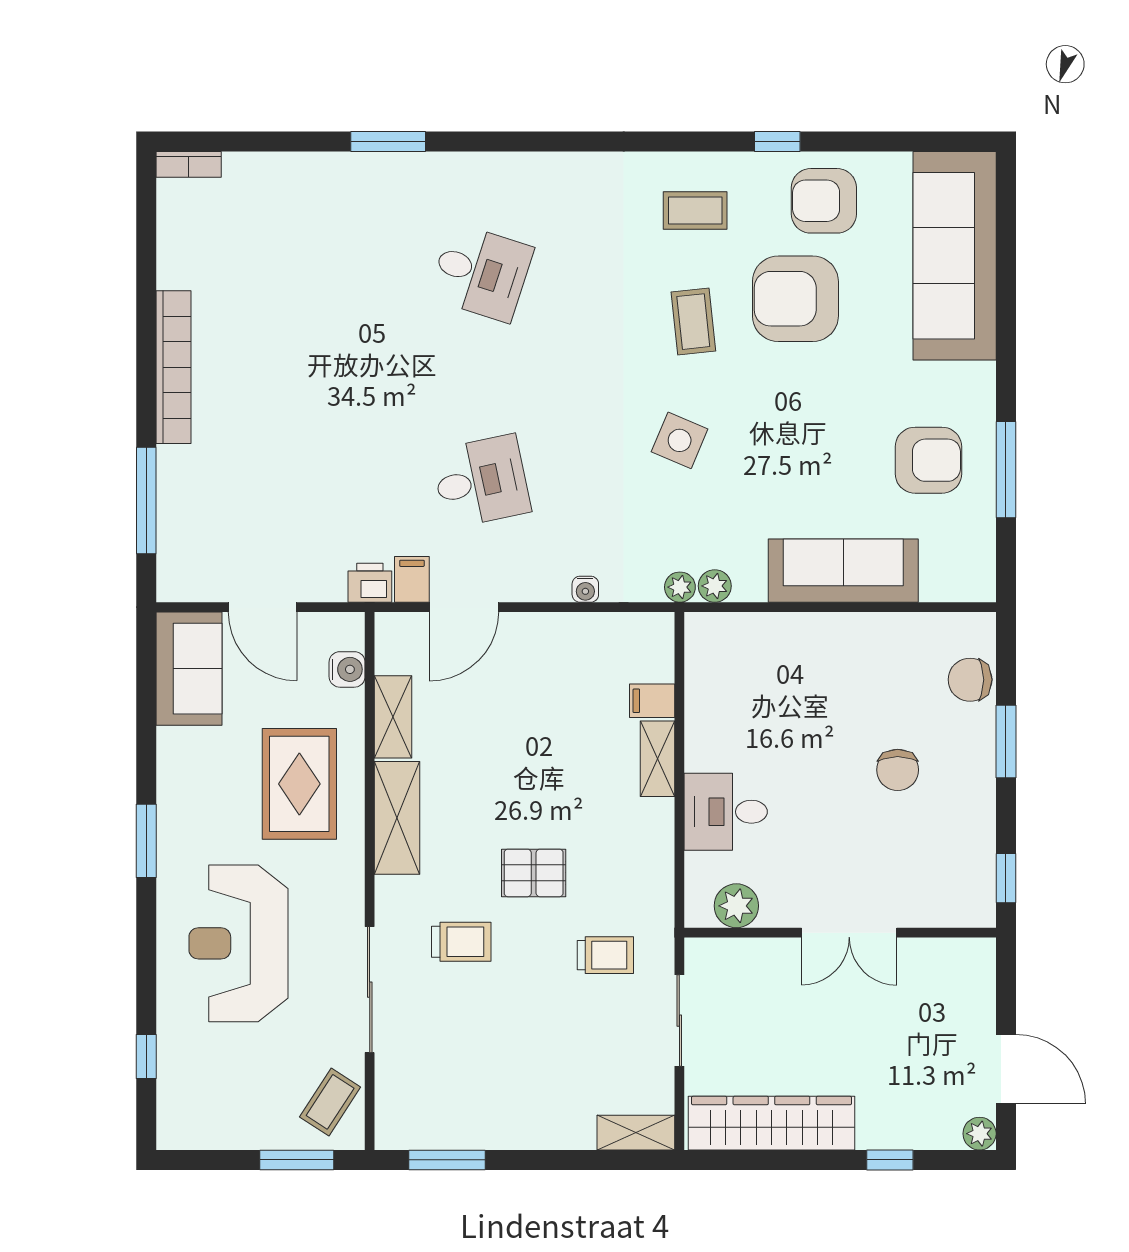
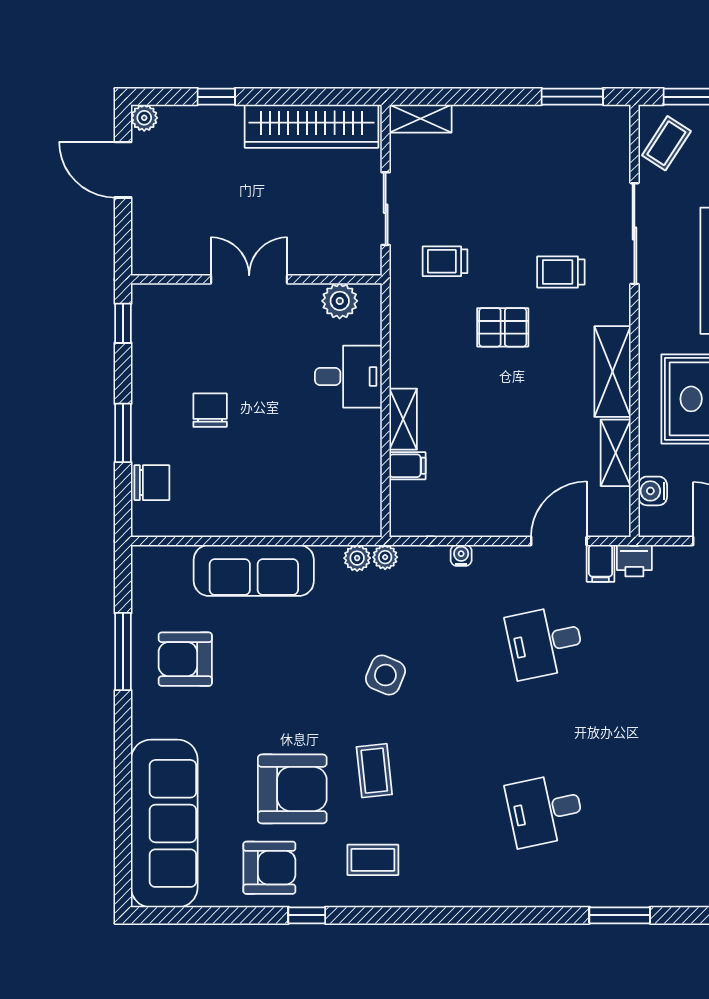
desk: (481, 272) -> (545, 810), turned -30

